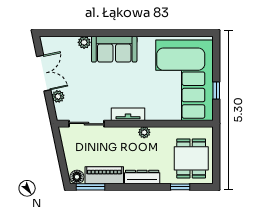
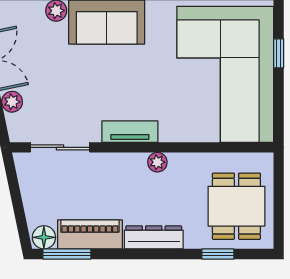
window: (216, 90) -> (279, 53), moved

